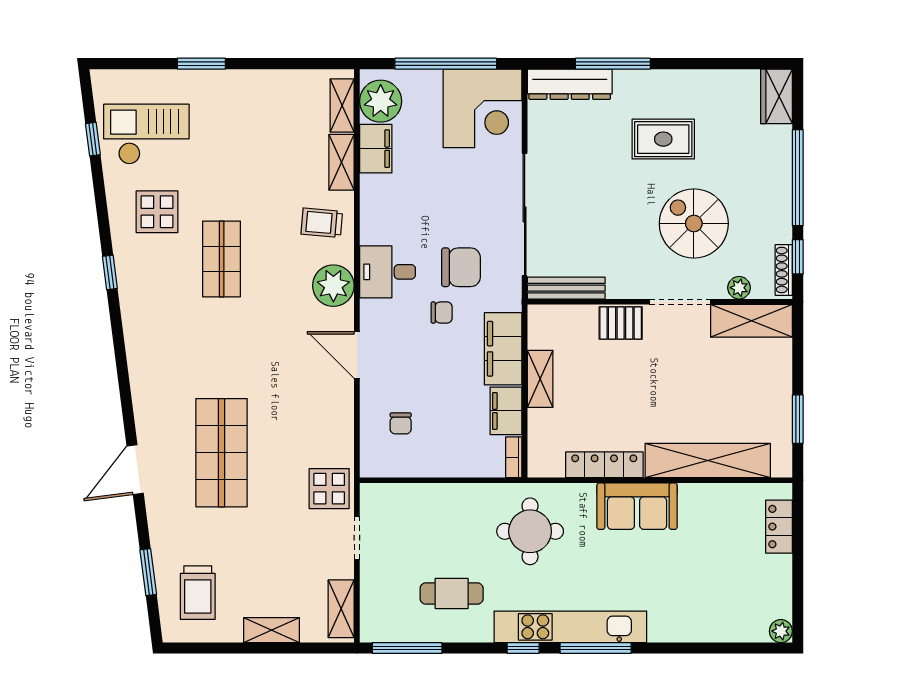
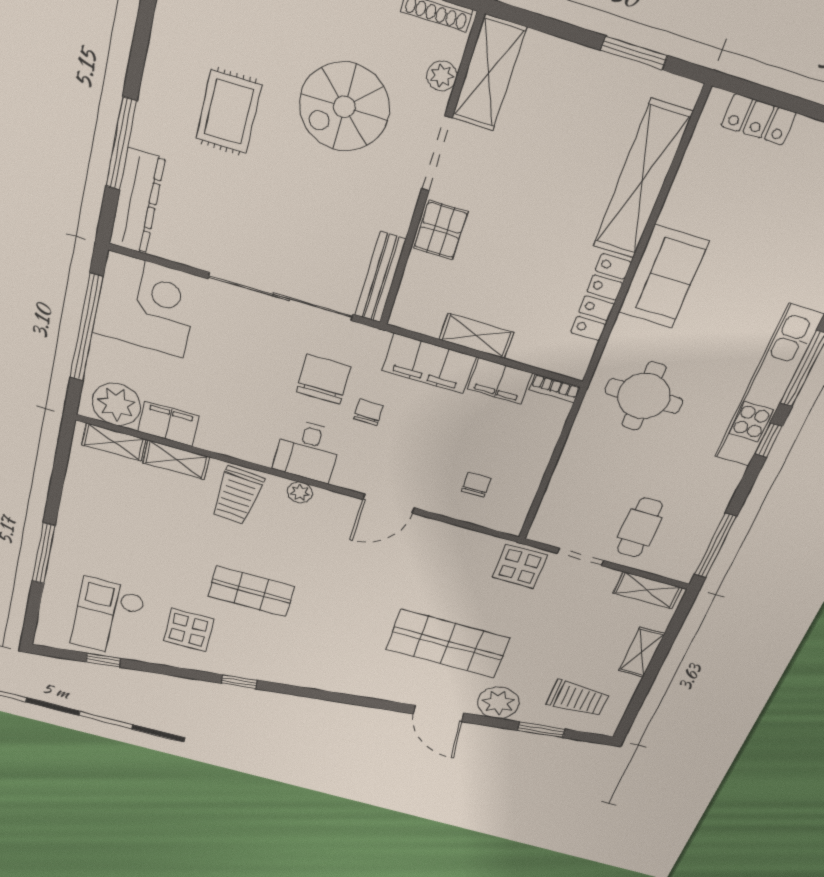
window: (201, 64) -> (44, 553), width x1.44
trolley: (322, 223) -> (237, 496), width x1.36, depth x1.39
plant: (333, 286) -> (300, 492), width x0.53, depth x0.53
chair: (401, 423) -> (476, 485), turned -90
plant: (167, 521) -> (498, 703), added
cafe table: (452, 593) -> (640, 528), moved

